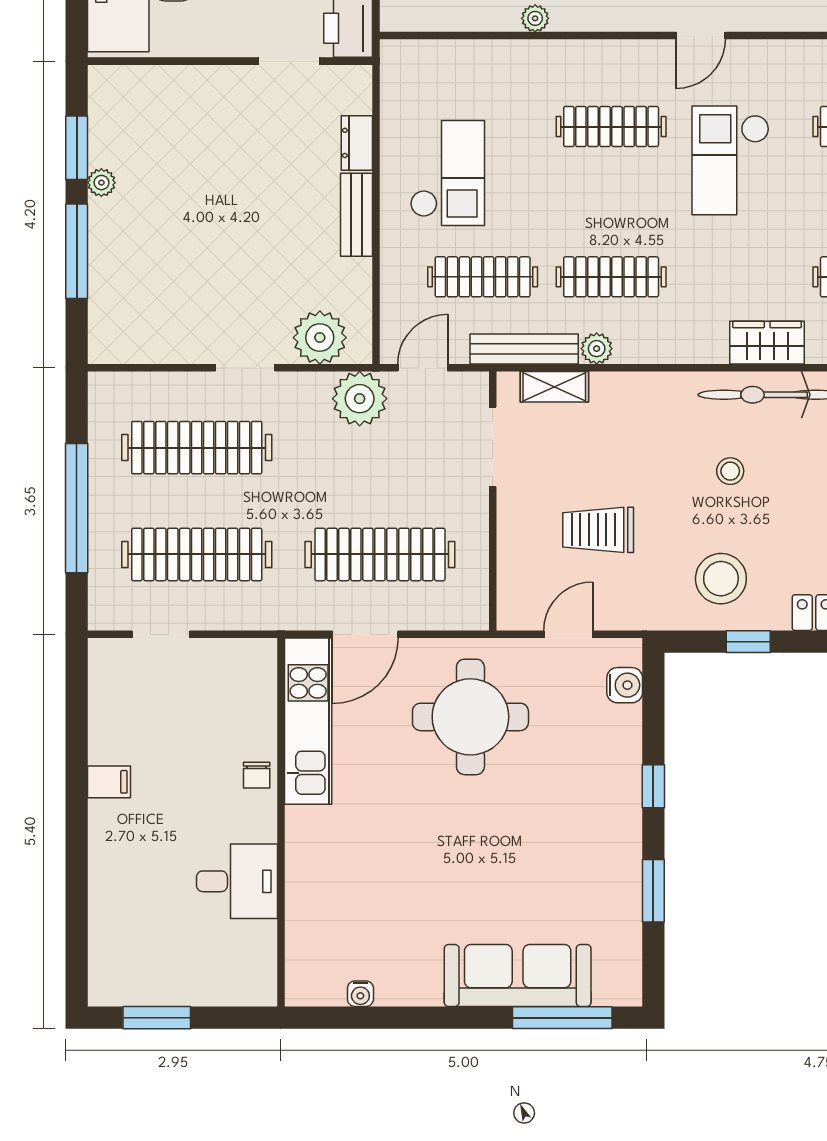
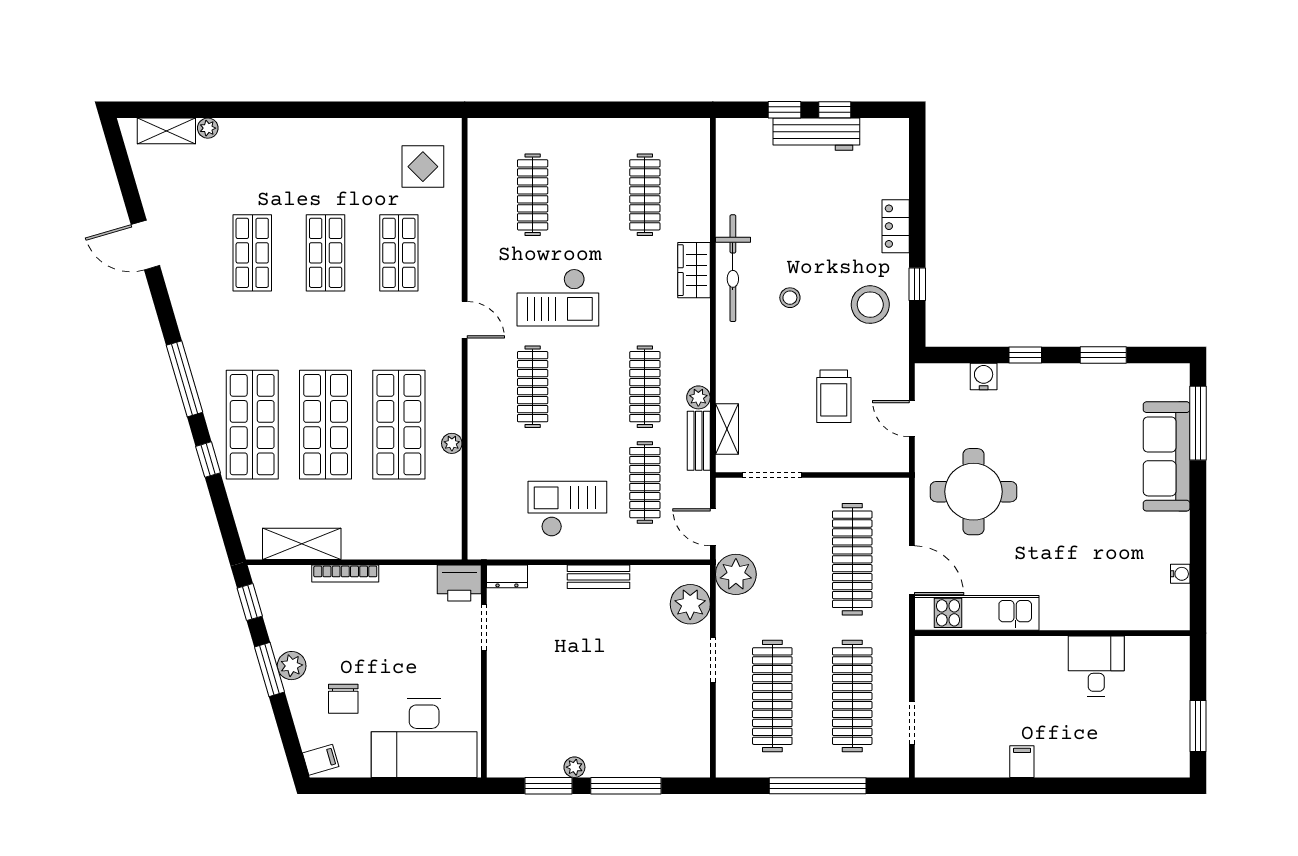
dresser: (357, 143) -> (507, 576), moved
bench: (524, 349) -> (699, 441), width x0.73
water cooler: (625, 685) -> (984, 377), moved
chair: (257, 775) -> (1017, 651), removed

